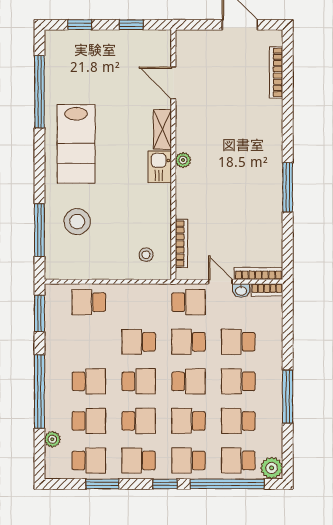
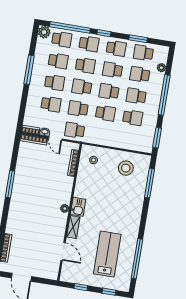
lab bench: (76, 144) -> (107, 254), moved
stool: (77, 222) -> (126, 168), moved
school desk: (89, 302) -> (133, 118), moved
school desk: (188, 342) -> (78, 109), turned 180

